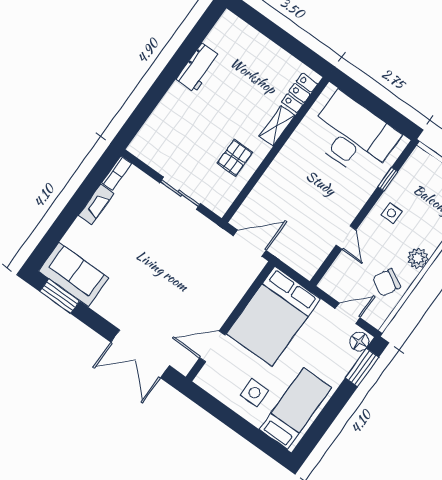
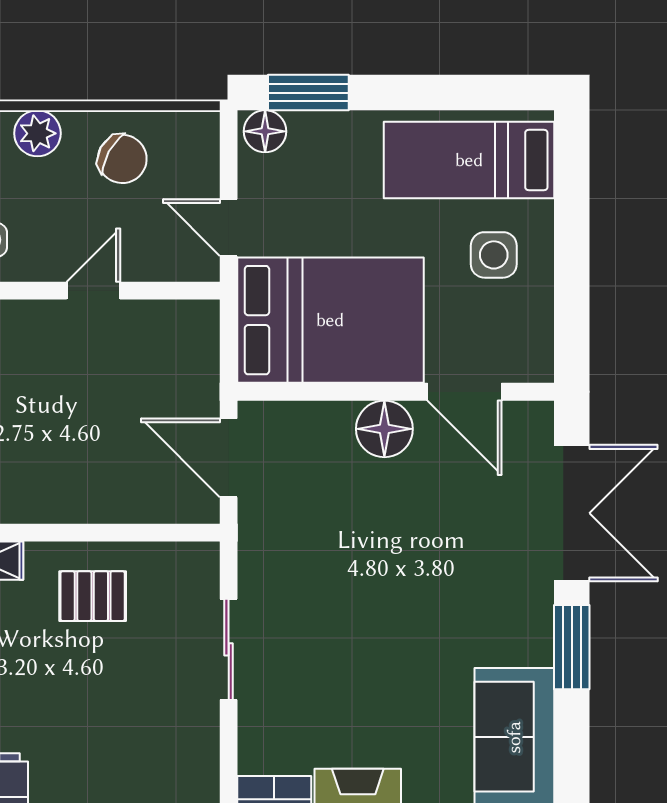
window: (60, 296) -> (572, 647), moved
floor lamp: (220, 307) -> (384, 429), added
door: (347, 313) -> (229, 228), moved

